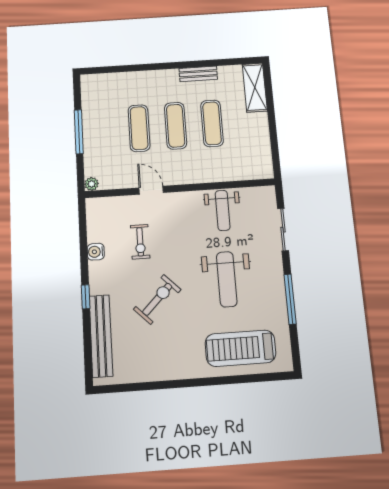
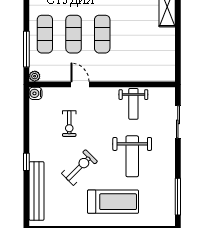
exercise mat: (212, 123) -> (45, 34), moved
window: (79, 132) -> (26, 49), moved
water cooler: (96, 252) -> (35, 93), moved
window: (290, 299) -> (178, 197), moved
treadmill: (240, 348) -> (113, 202), moved, turned 180

